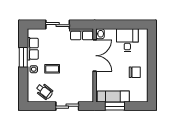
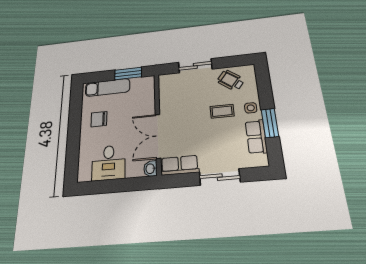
exam couch: (113, 96) -> (108, 87), moved

